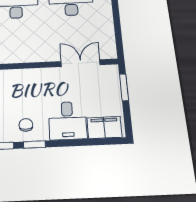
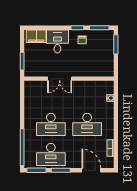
double door: (81, 63) -> (60, 79), moved

